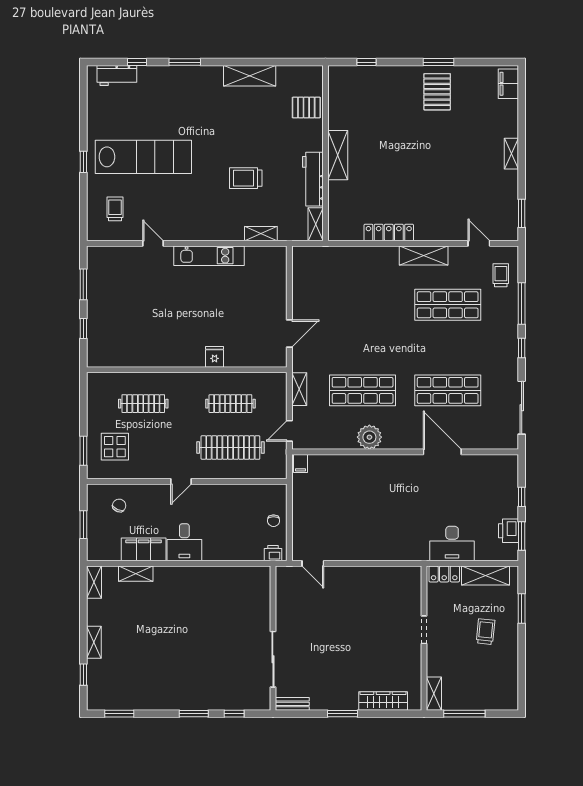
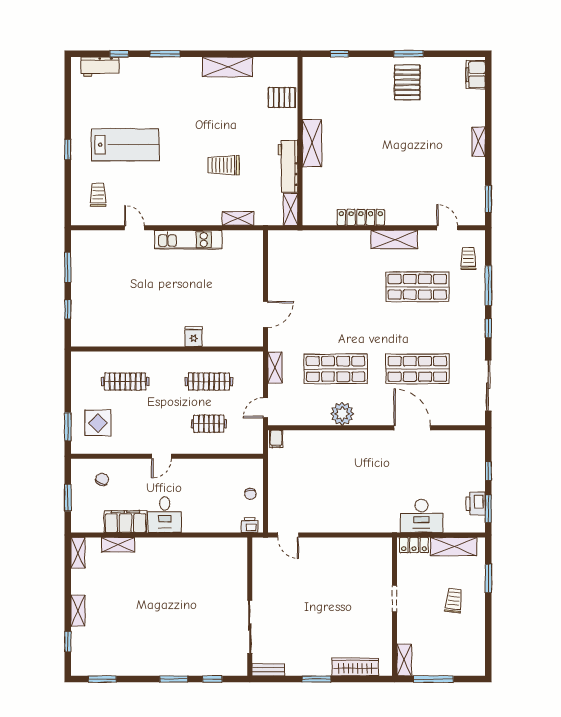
lab bench: (143, 157) -> (125, 145), width x0.73
clothes rail: (230, 448) -> (209, 424), width x0.54, depth x0.76

